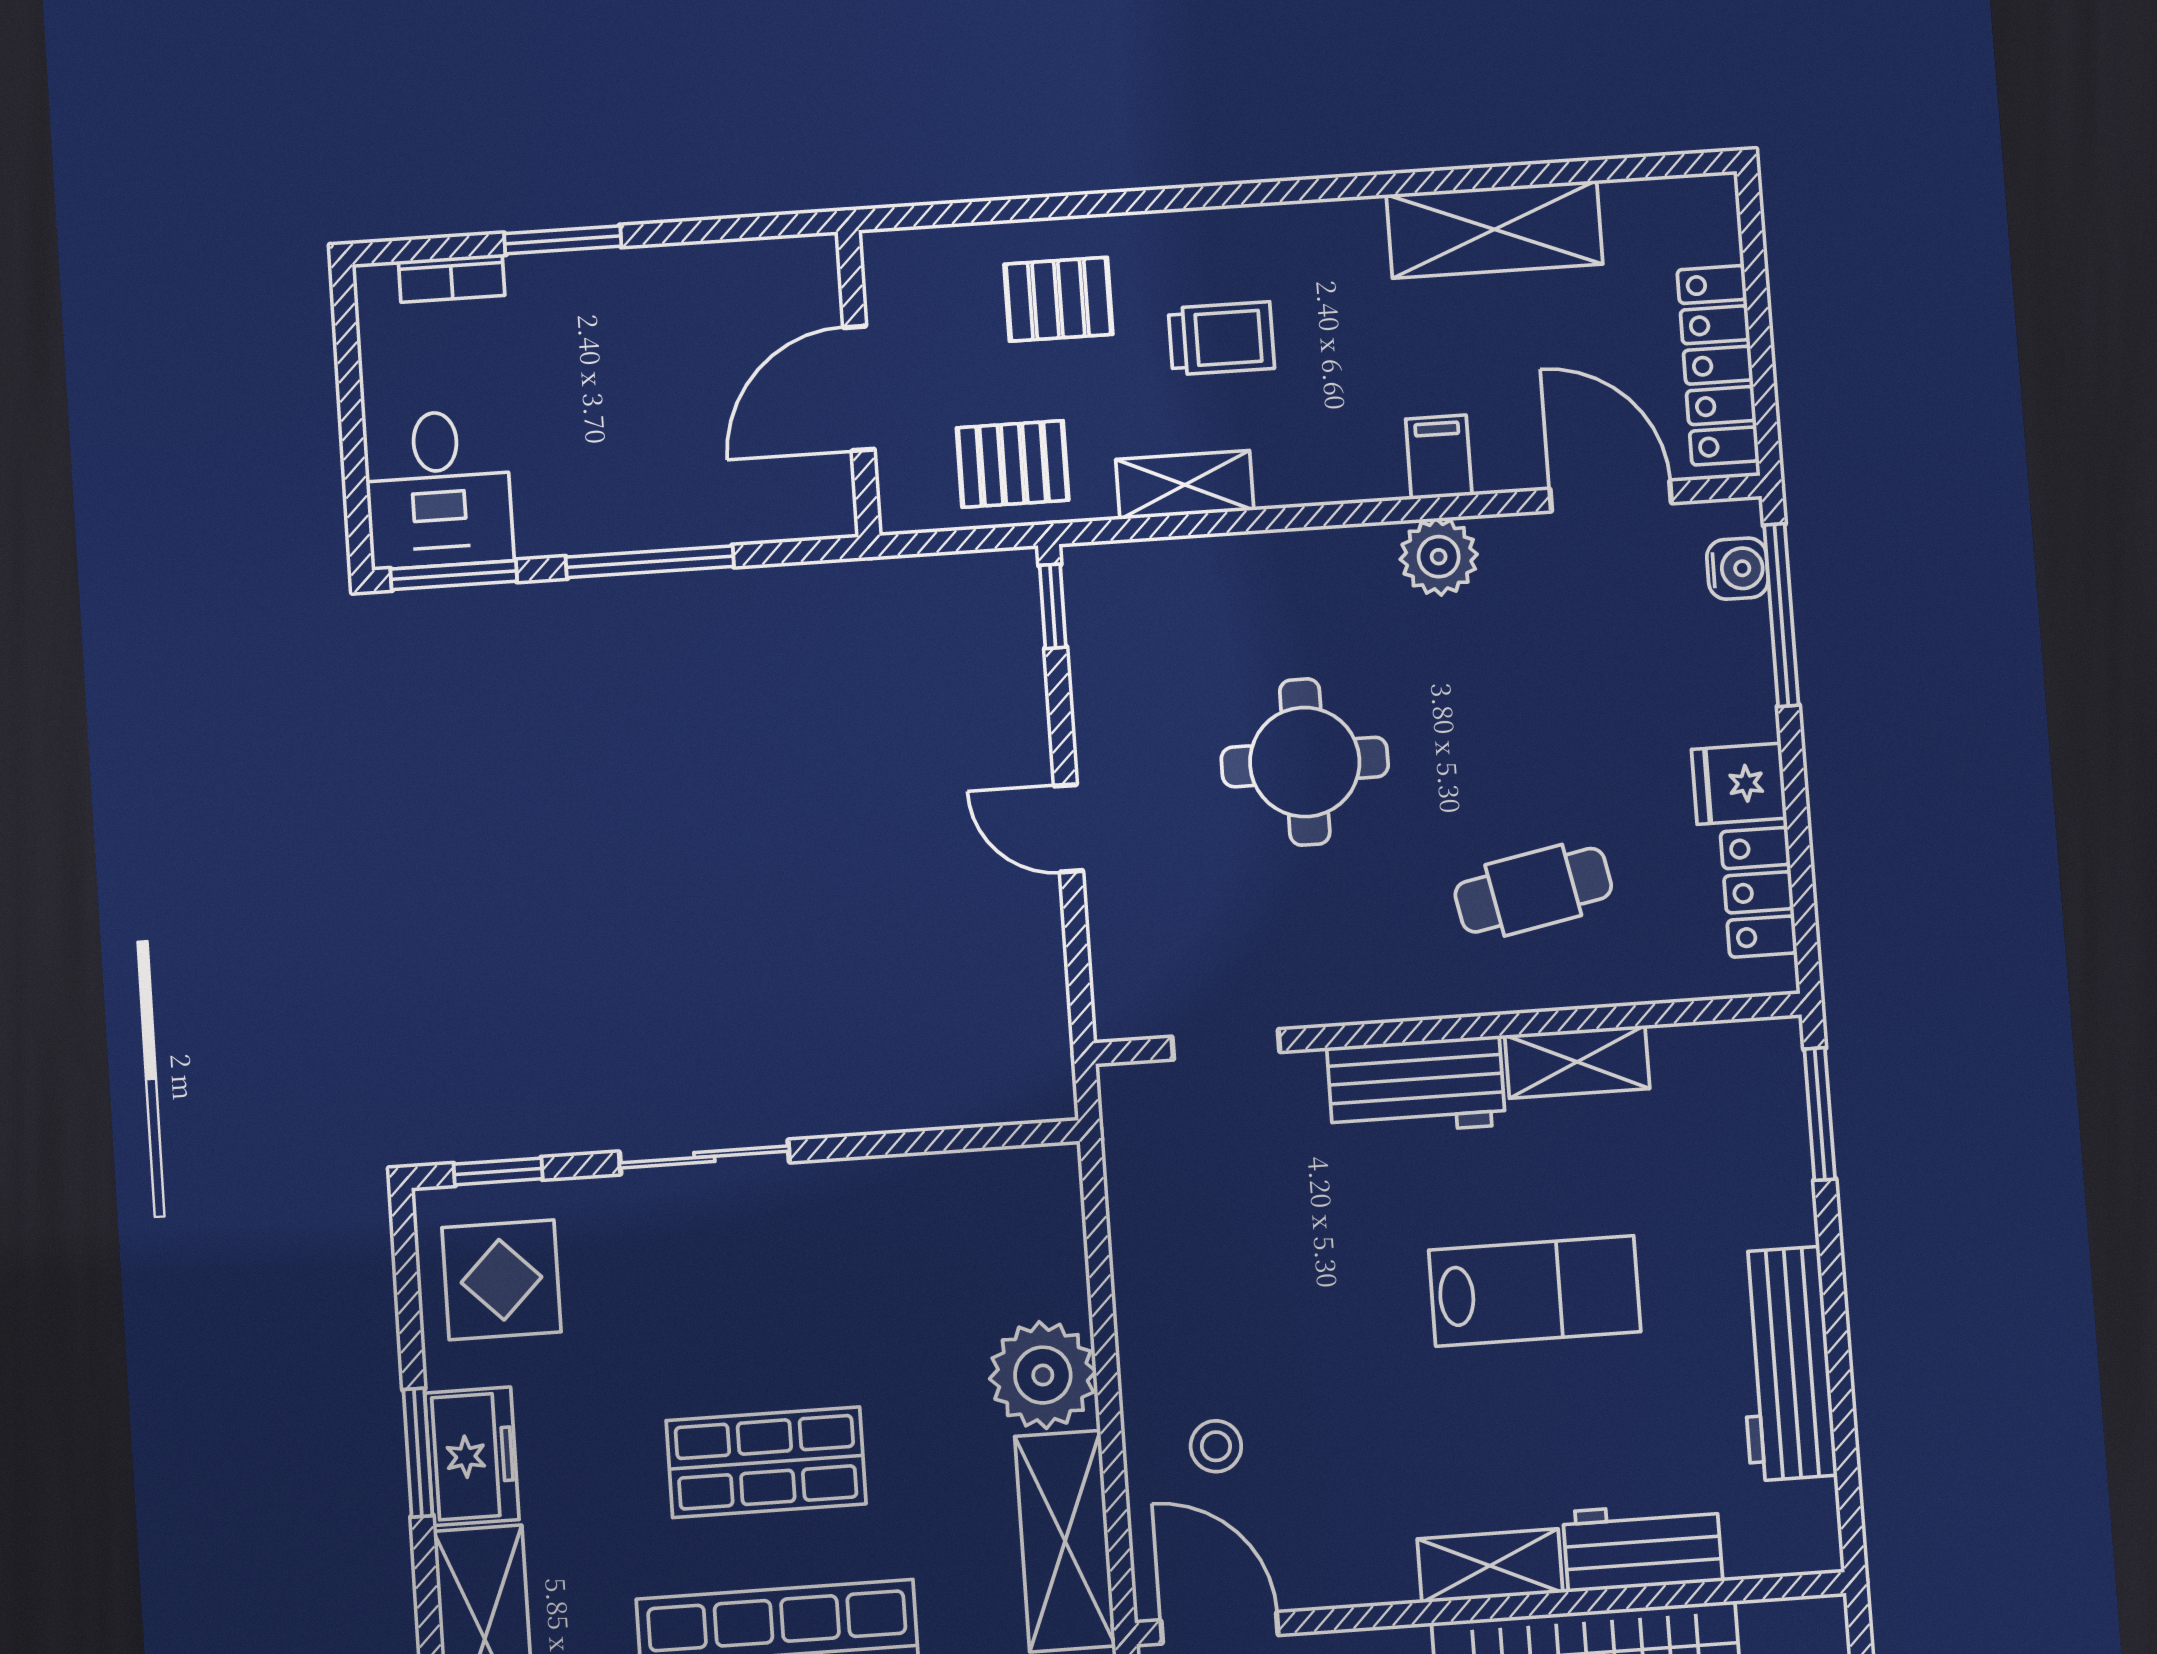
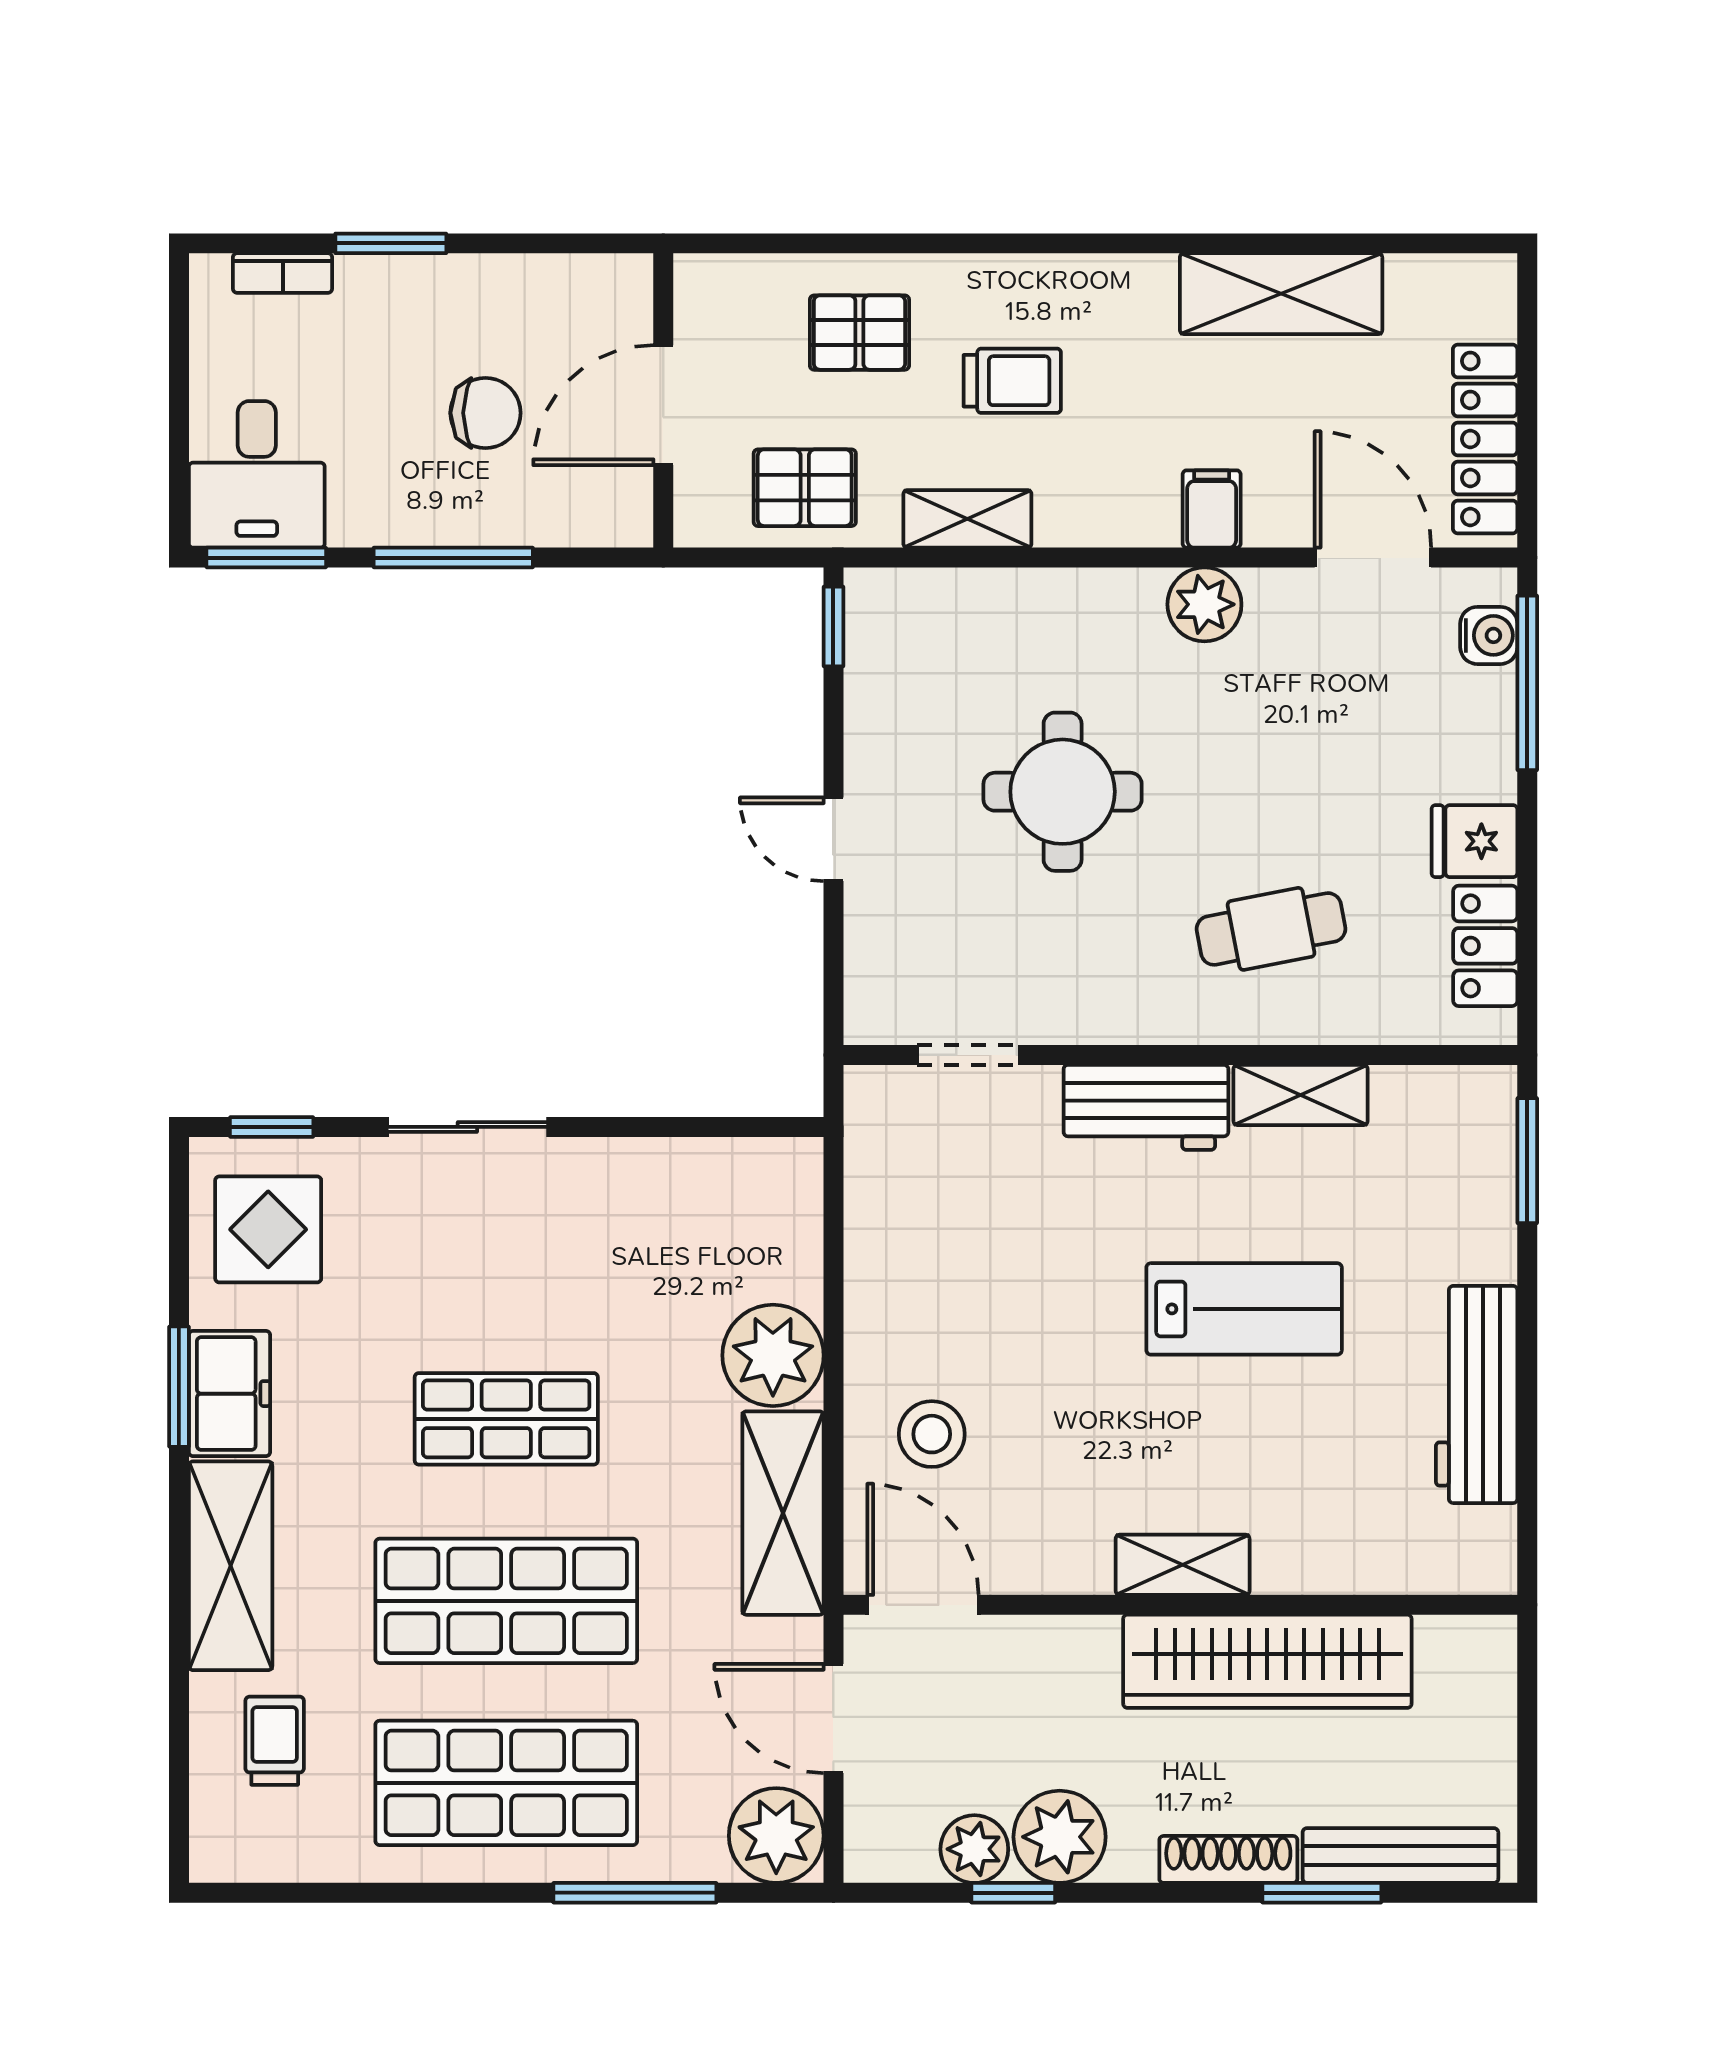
chair: (673, 409) -> (485, 413), added
stool: (1216, 1446) -> (932, 1434), width x1.37, depth x1.37
workbench: (1643, 1546) -> (1328, 1557), removed

